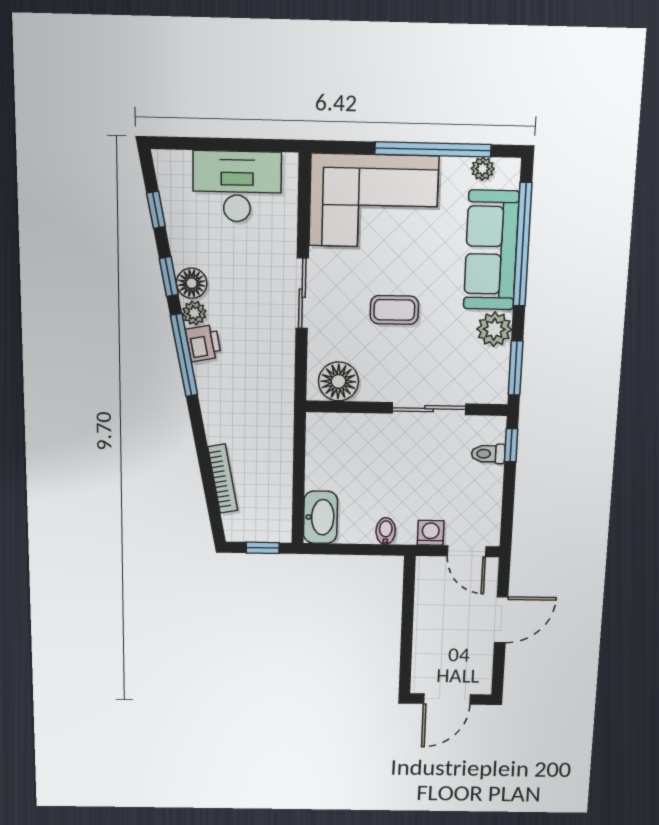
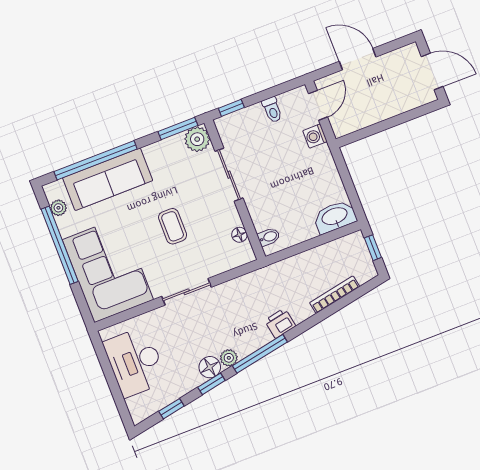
plant: (494, 329) -> (197, 139), moved
printer: (203, 343) -> (280, 323), moved
floor lamp: (338, 381) -> (239, 235), width x0.53, depth x0.53
toilet: (488, 454) -> (272, 110), moved
bidet: (386, 531) -> (269, 237), moved, turned 180

